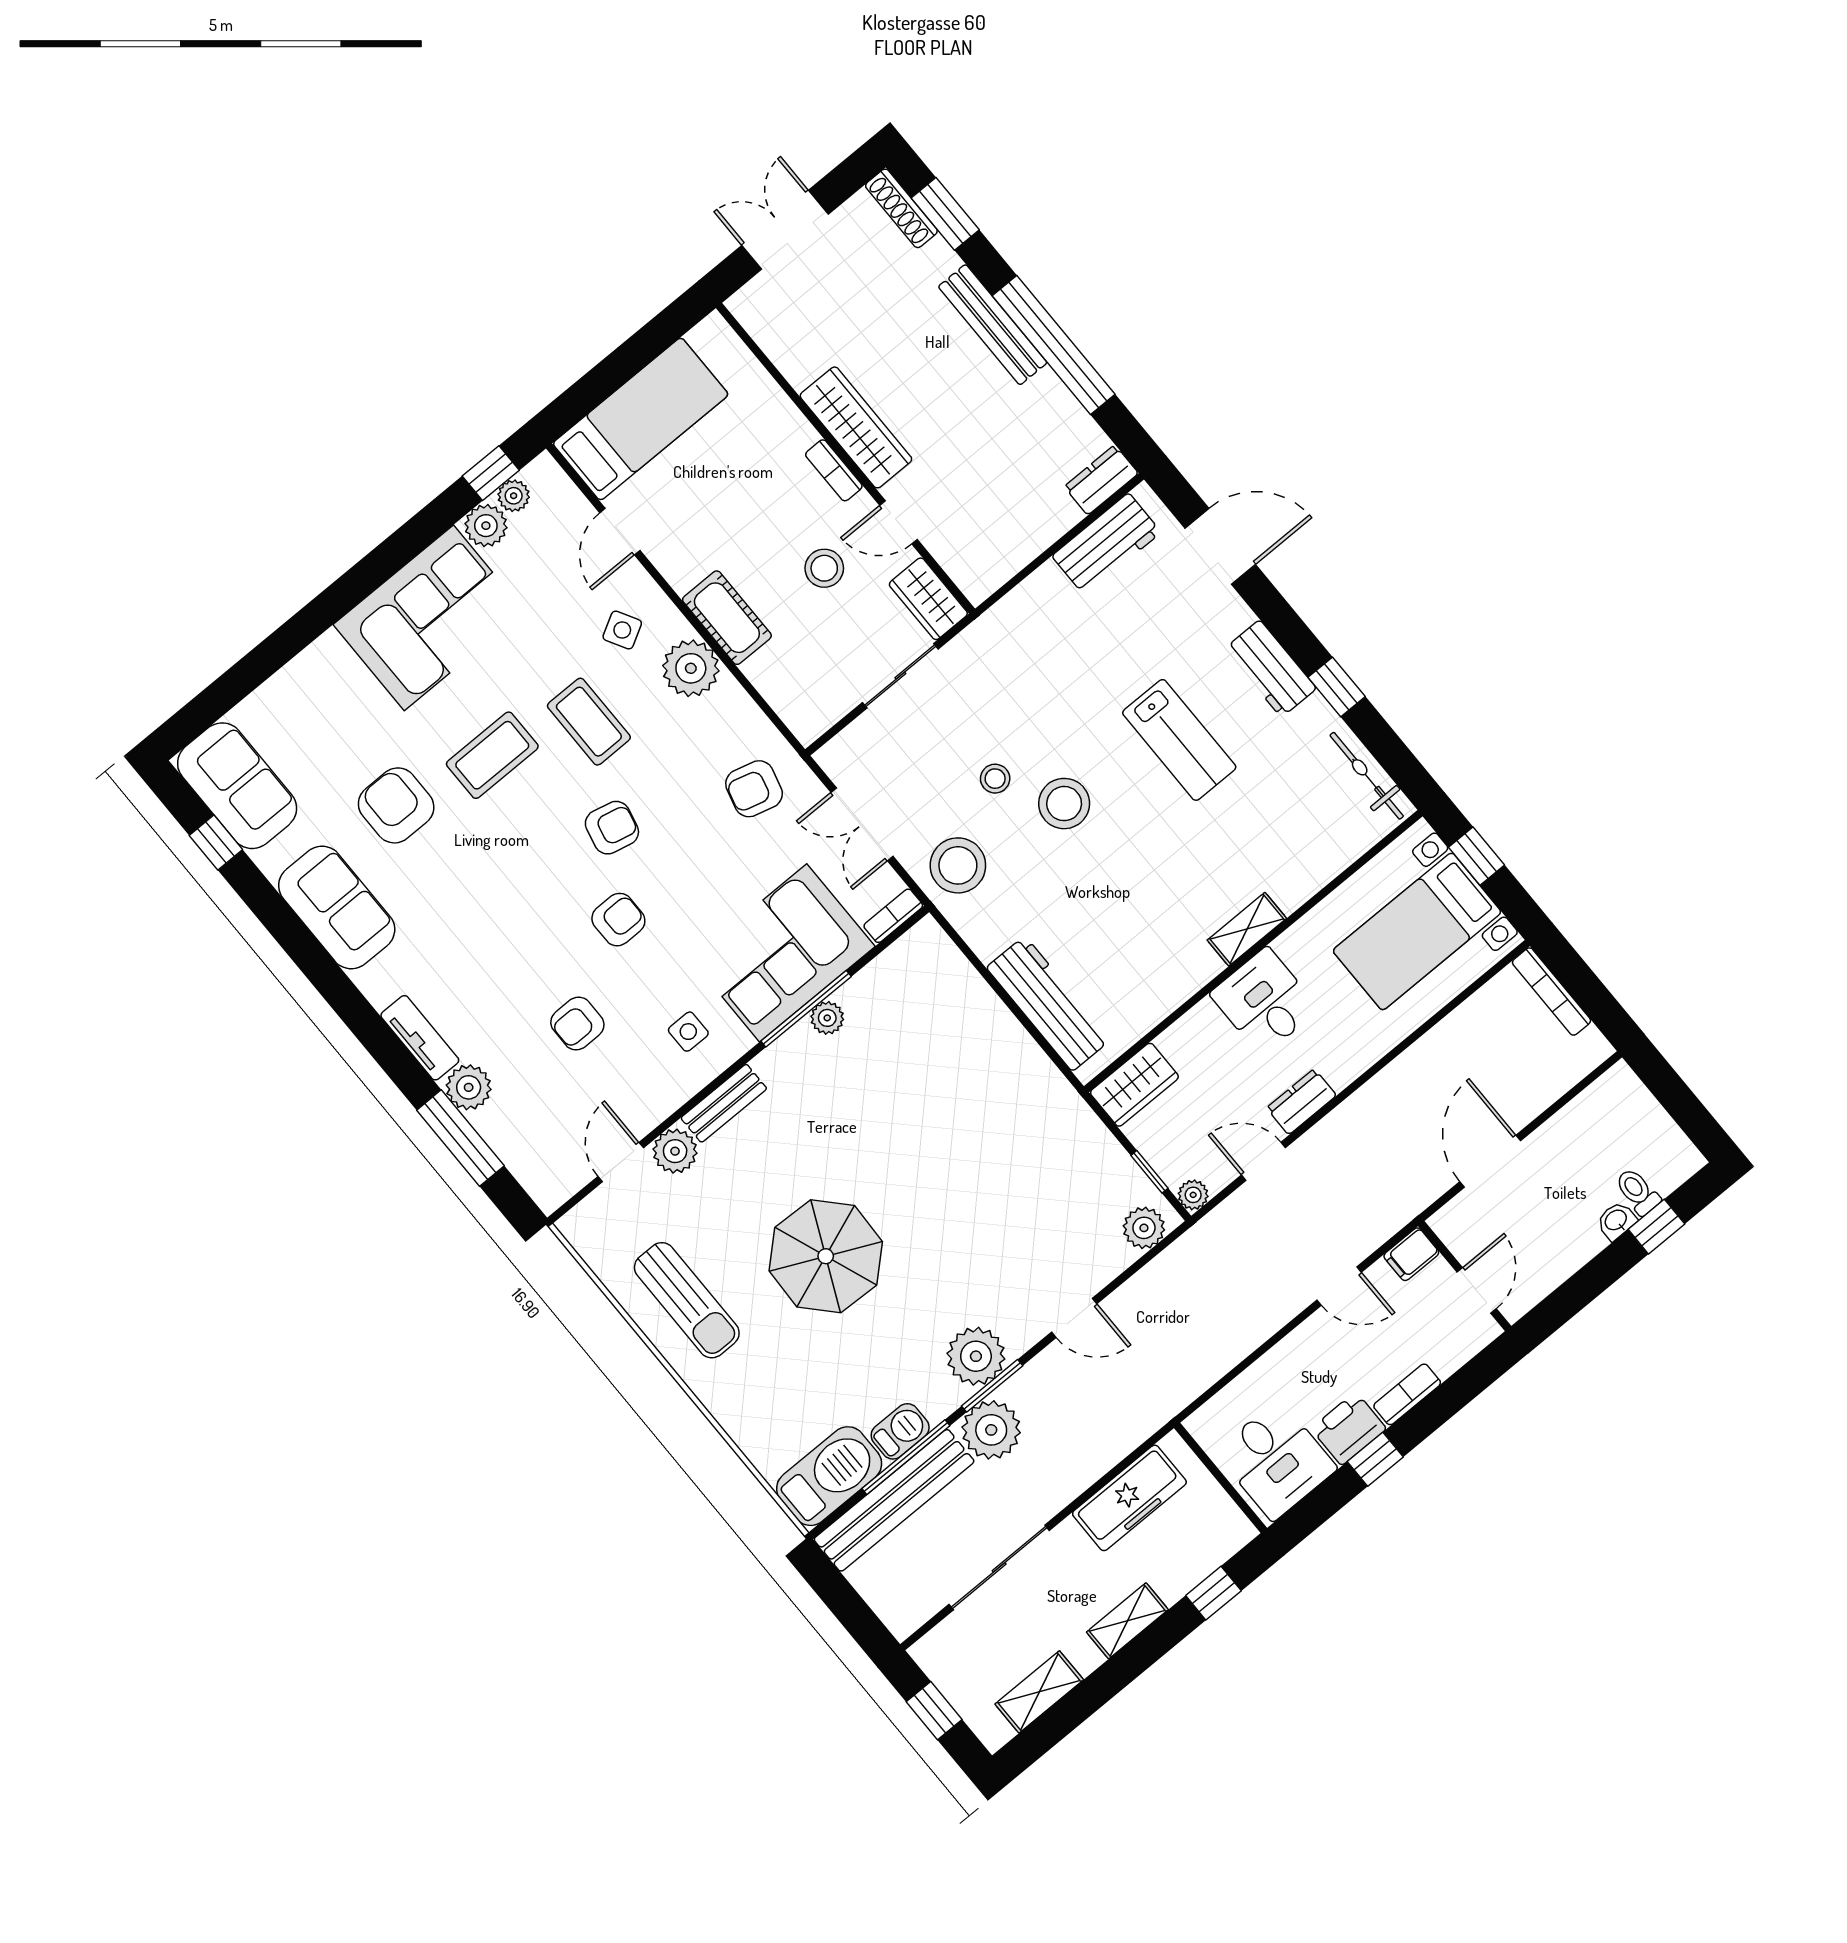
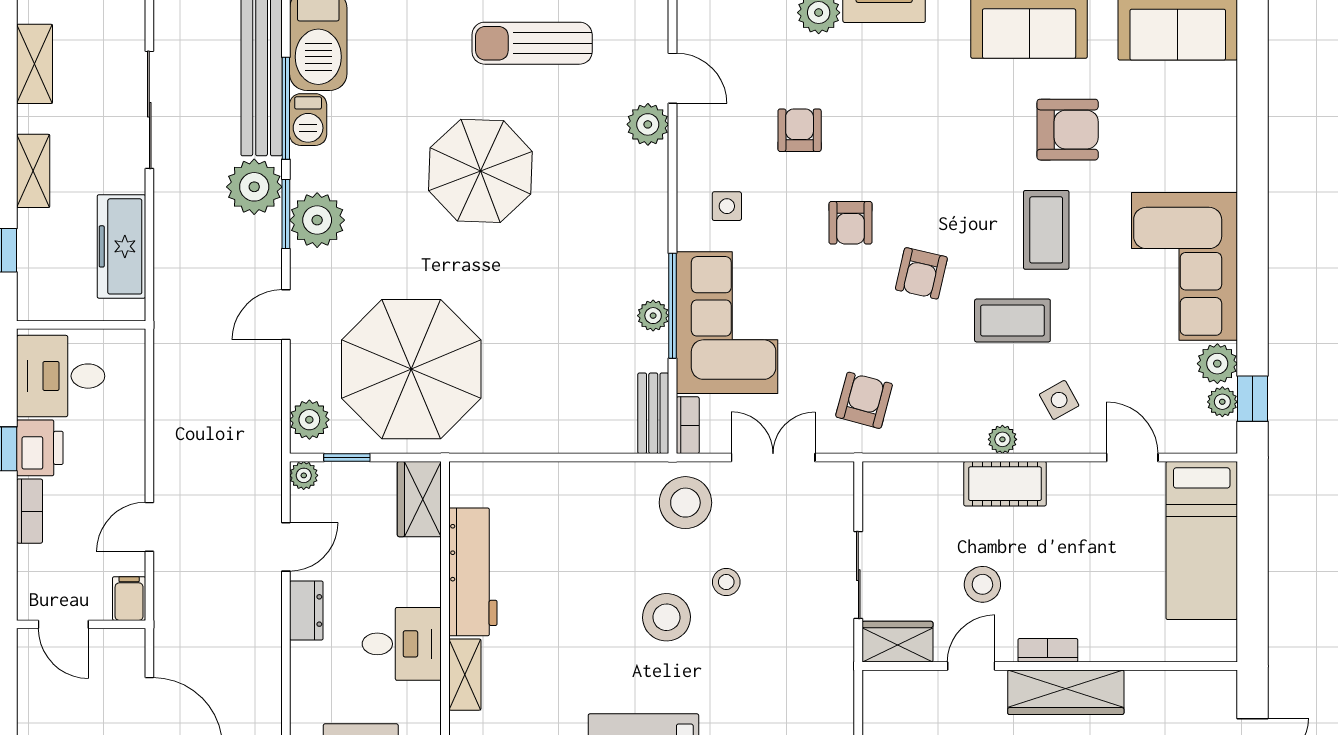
plant: (691, 668) -> (1002, 439), width x0.53, depth x0.53
workbench: (1049, 1004) -> (473, 572), moved, turned -90
bench: (724, 1103) -> (653, 413), moved
parasol: (1034, 1179) -> (411, 369), added

